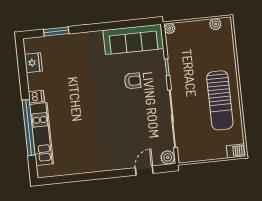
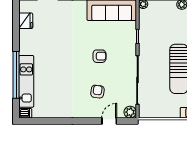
armchair: (132, 81) -> (99, 56), moved
dishwasher: (36, 97) -> (25, 113), moved
armchair: (127, 137) -> (97, 92), added

